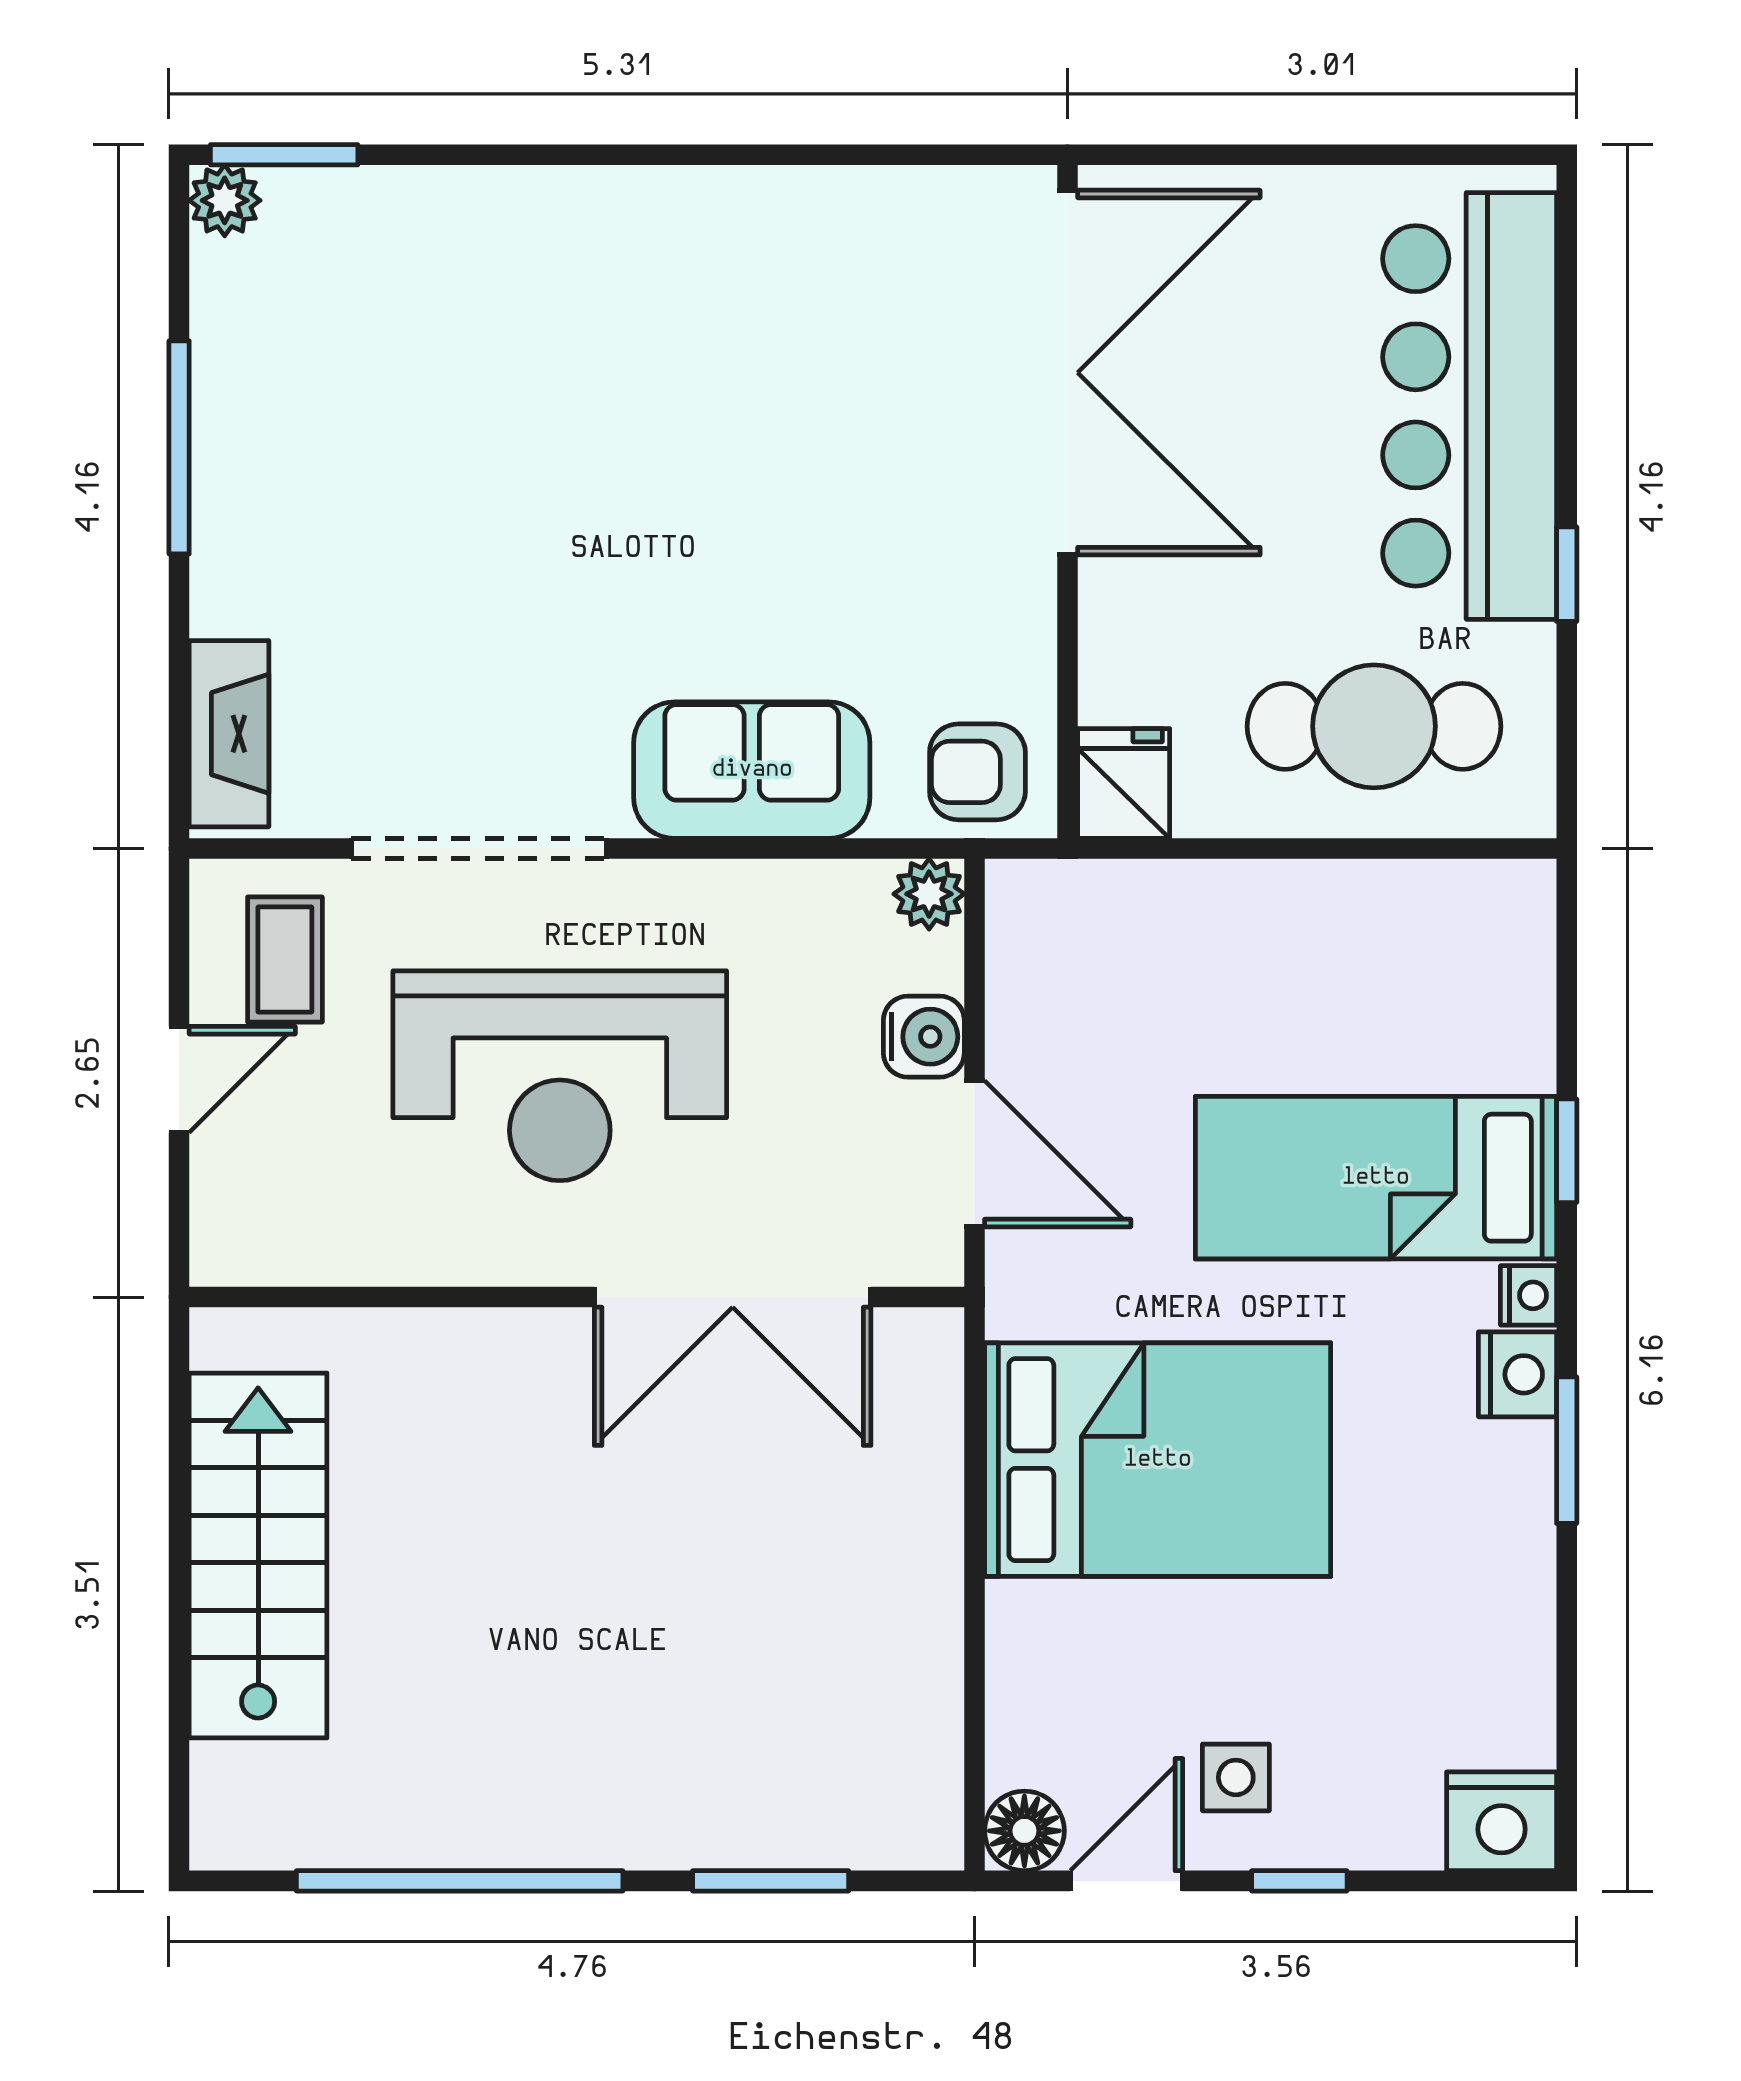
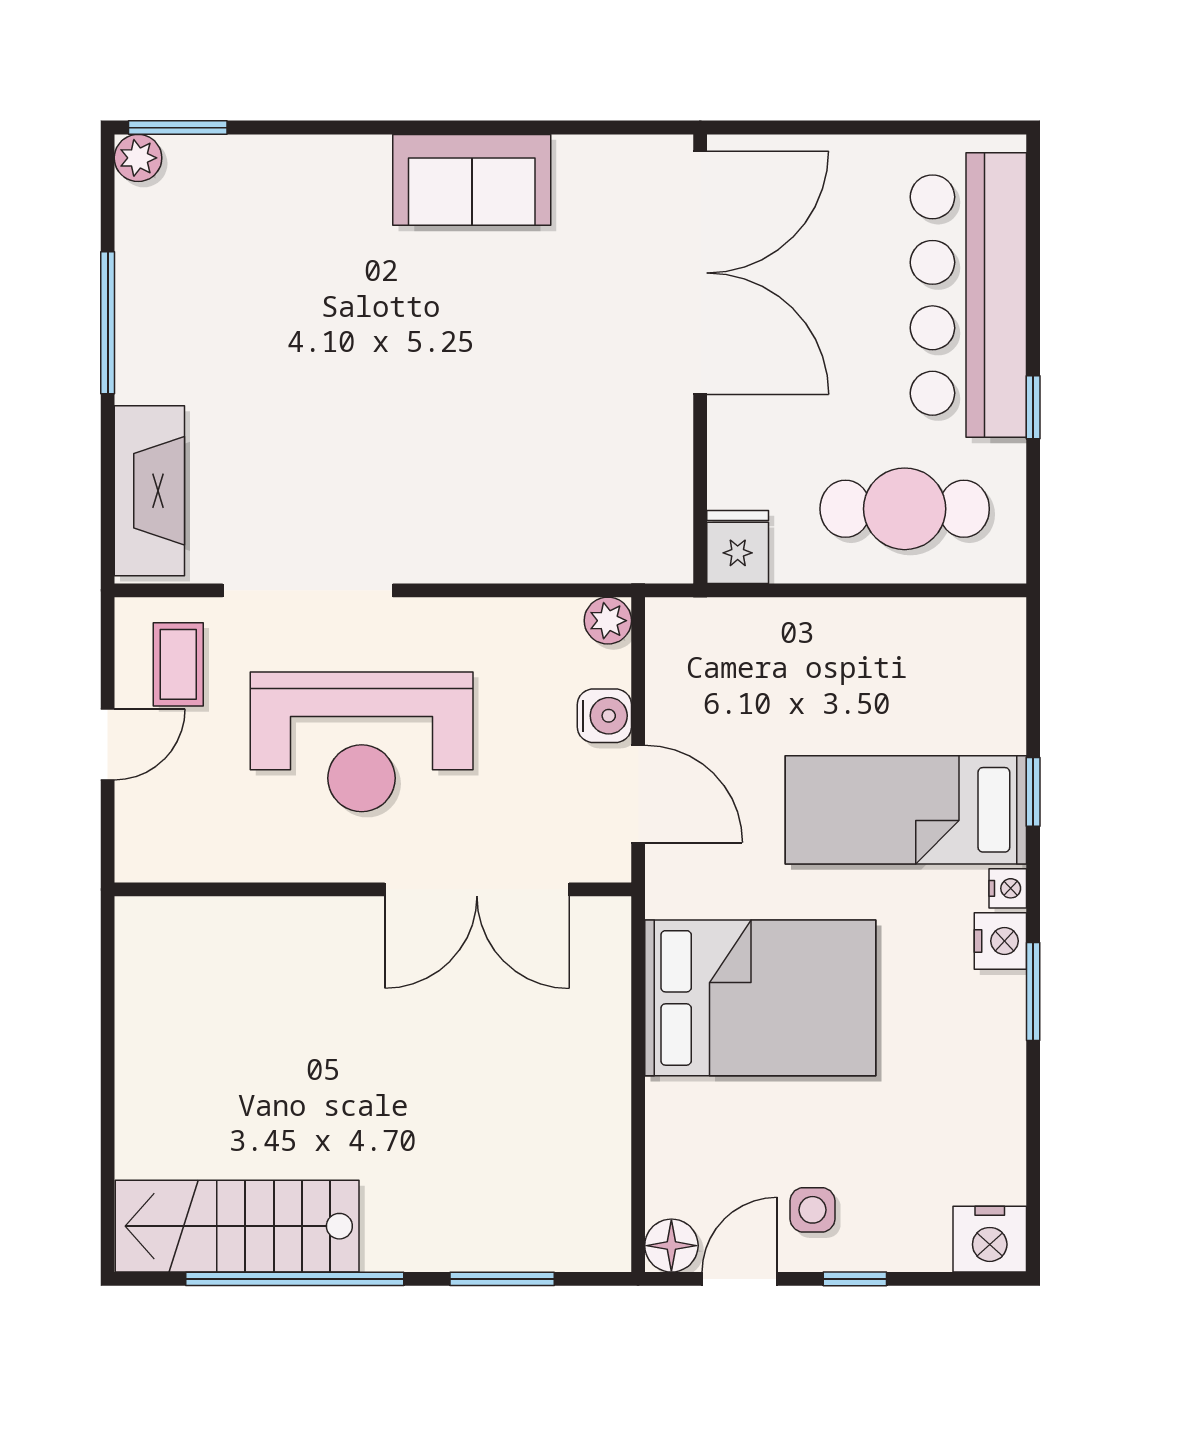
fireplace: (229, 734) -> (149, 491), width x1.37, depth x1.32
sofa: (752, 770) -> (472, 180), moved, turned 180
armchair: (977, 772) -> (640, 539), removed
stairs: (258, 1556) -> (237, 1226), moved, turned -90

